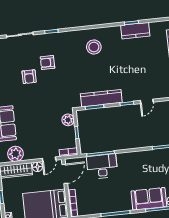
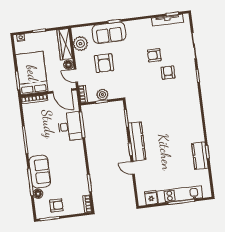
stool: (94, 47) -> (184, 117), removed
kitchen counter: (101, 98) -> (137, 141), moved
plant: (68, 120) -> (102, 95), moved
armchair: (36, 129) -> (104, 63), added

